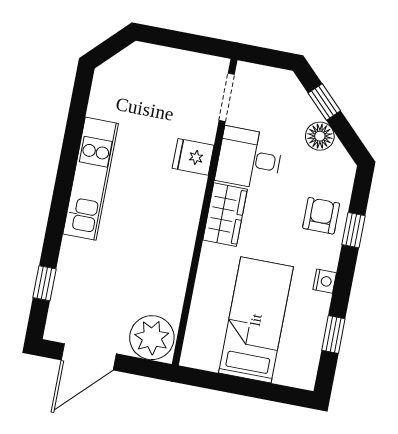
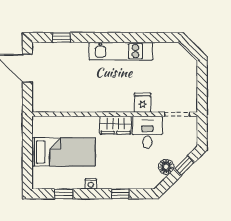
armchair: (321, 216) -> (125, 175), removed
plant: (152, 338) -> (44, 99), removed

